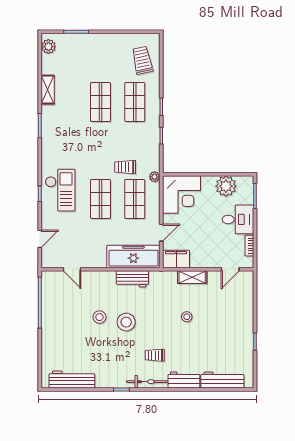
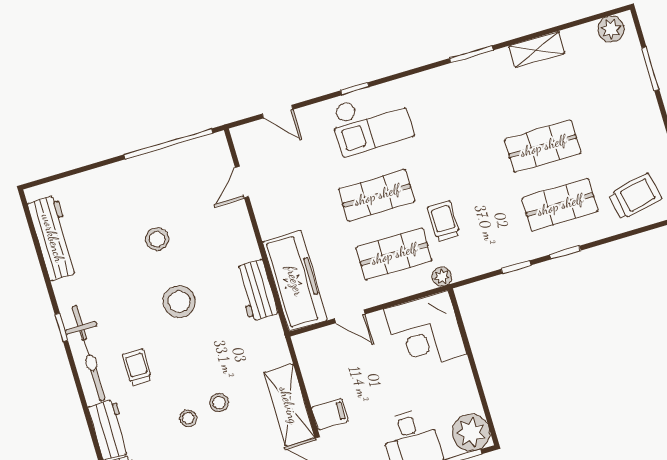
plant: (226, 186) -> (471, 433), moved
filing cabinet: (176, 259) -> (330, 414), moved, width x0.50
shelving: (192, 277) -> (289, 405), width x1.50, depth x1.33
stool: (99, 317) -> (157, 239), moved
stool: (190, 336) -> (188, 418), added
bicycle: (147, 382) -> (88, 353), width x1.37, depth x1.40

